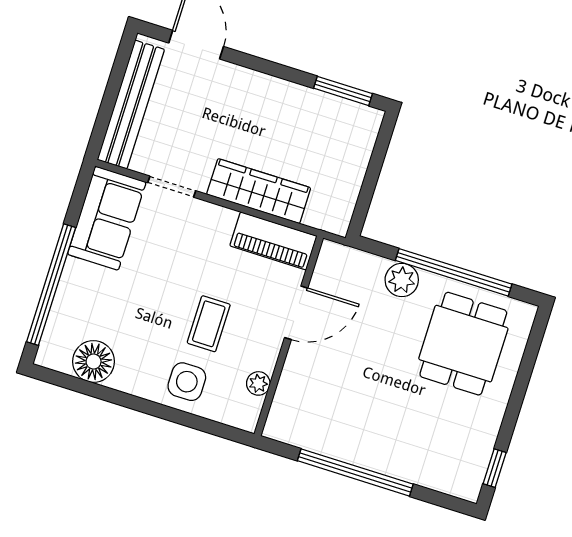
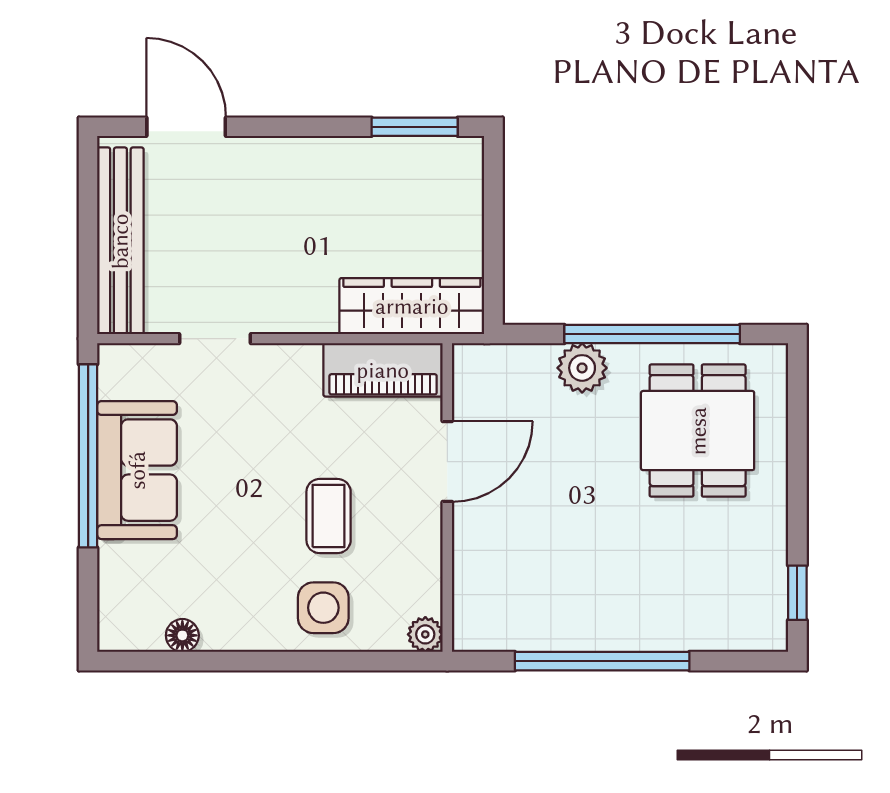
wardrobe: (259, 191) -> (412, 306), moved
sofa: (107, 218) -> (137, 470), moved
window: (51, 285) -> (88, 456), moved
floor lamp: (94, 362) -> (182, 635), width x0.53, depth x0.53
plant: (258, 383) -> (425, 634), moved

